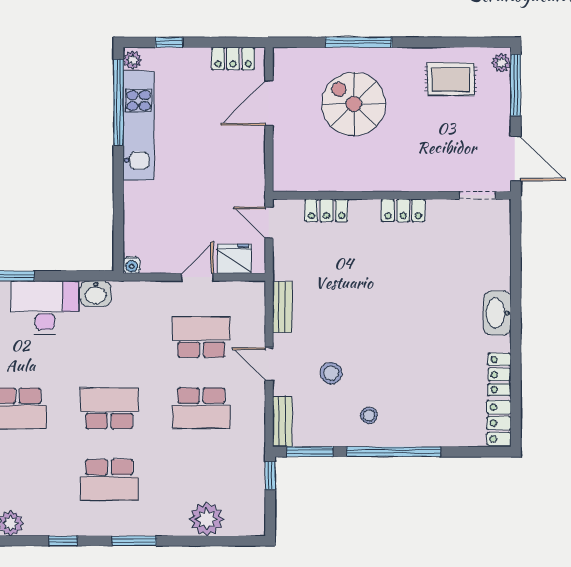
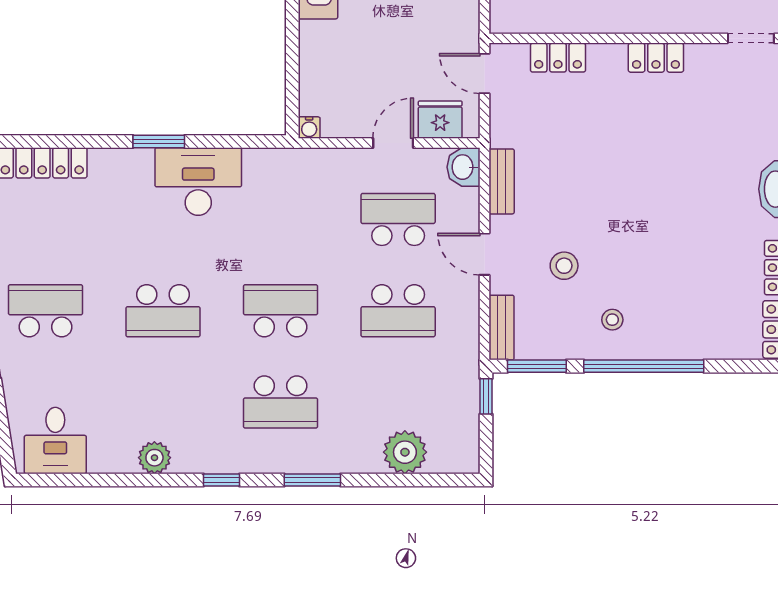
washbasin: (96, 294) -> (463, 167), moved, turned 90

